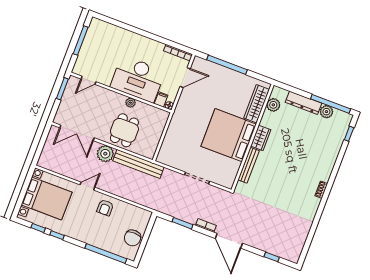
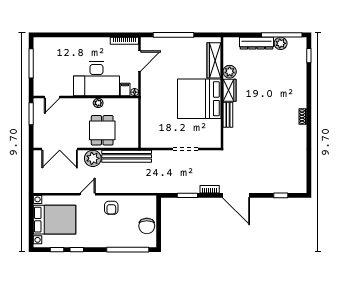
plant: (273, 105) -> (230, 72), moved
bench: (249, 165) -> (228, 115), width x0.73

